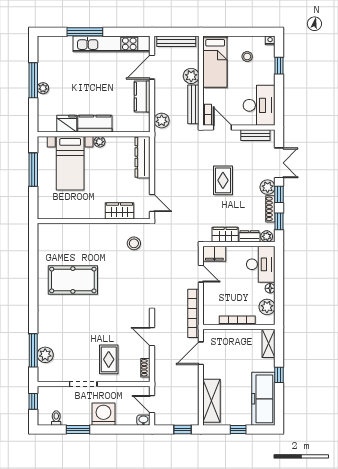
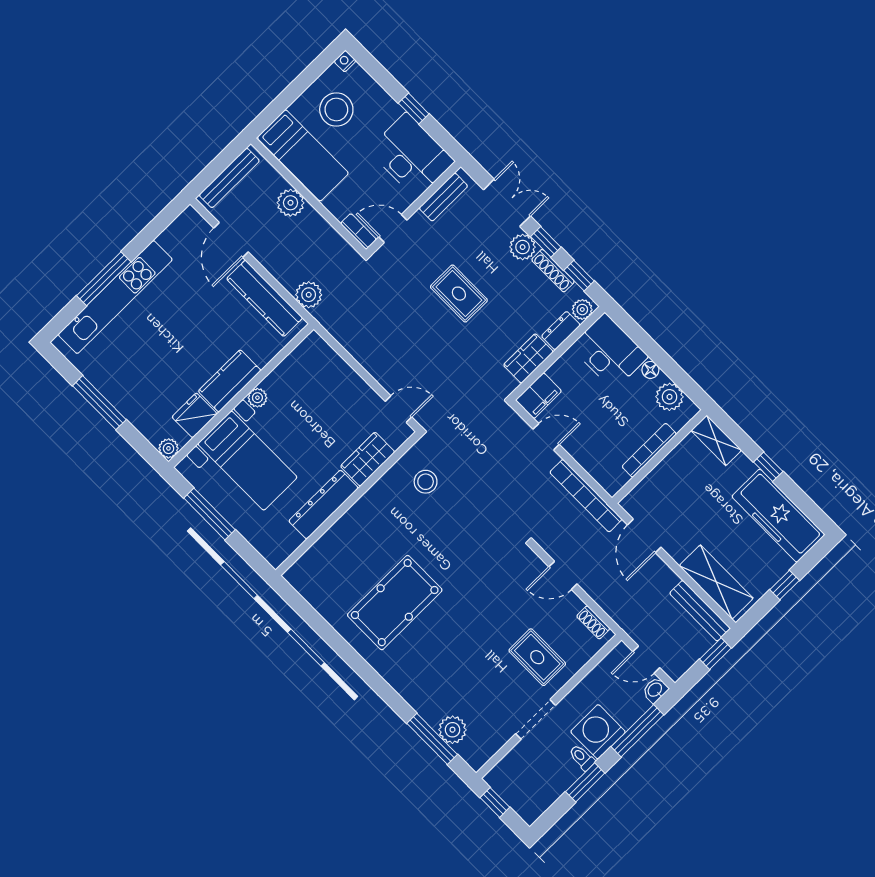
kitchen unit: (112, 44) -> (115, 297), moved
stool: (247, 56) -> (336, 110), width x1.89, depth x1.89
window: (279, 66) -> (414, 108), moved
plant: (43, 88) -> (168, 448), moved
kitchen counter: (142, 97) -> (265, 298), width x1.50
bench: (193, 104) -> (700, 611), moved
dresser: (143, 157) -> (324, 504), moved, turned 90
toilet: (56, 418) -> (582, 758), moved
window: (120, 429) -> (637, 731), added

